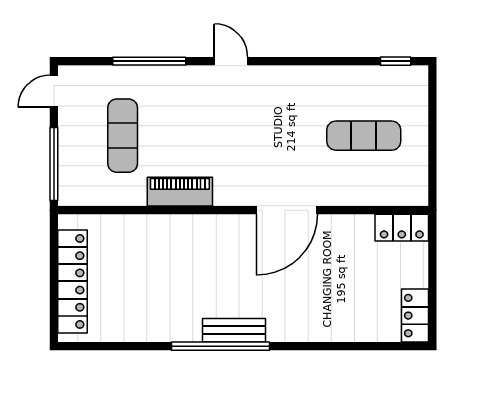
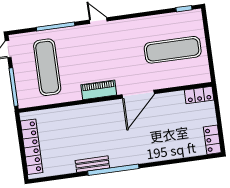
exercise mat: (123, 136) -> (47, 67), width x1.36, depth x1.45
exercise mat: (364, 136) -> (173, 50), width x1.36, depth x1.45
piano: (180, 192) -> (99, 90), moved
bench: (234, 330) -> (92, 164), moved

